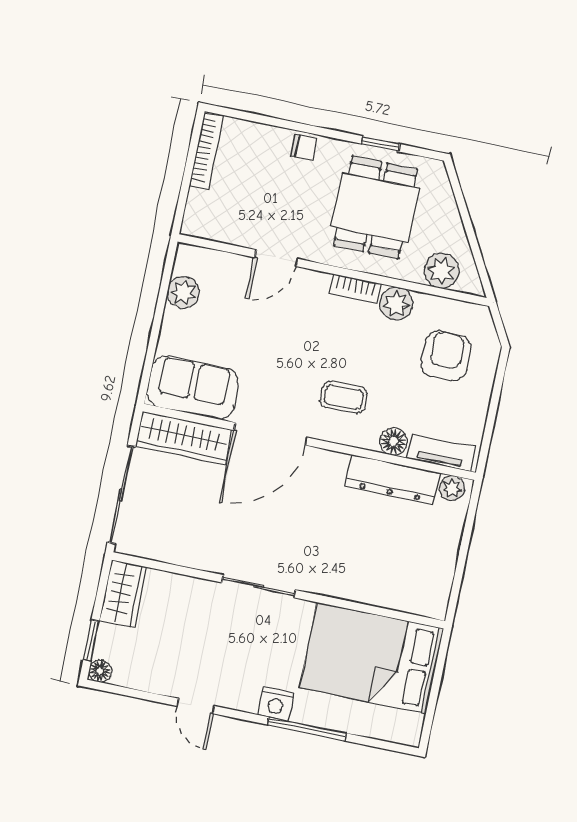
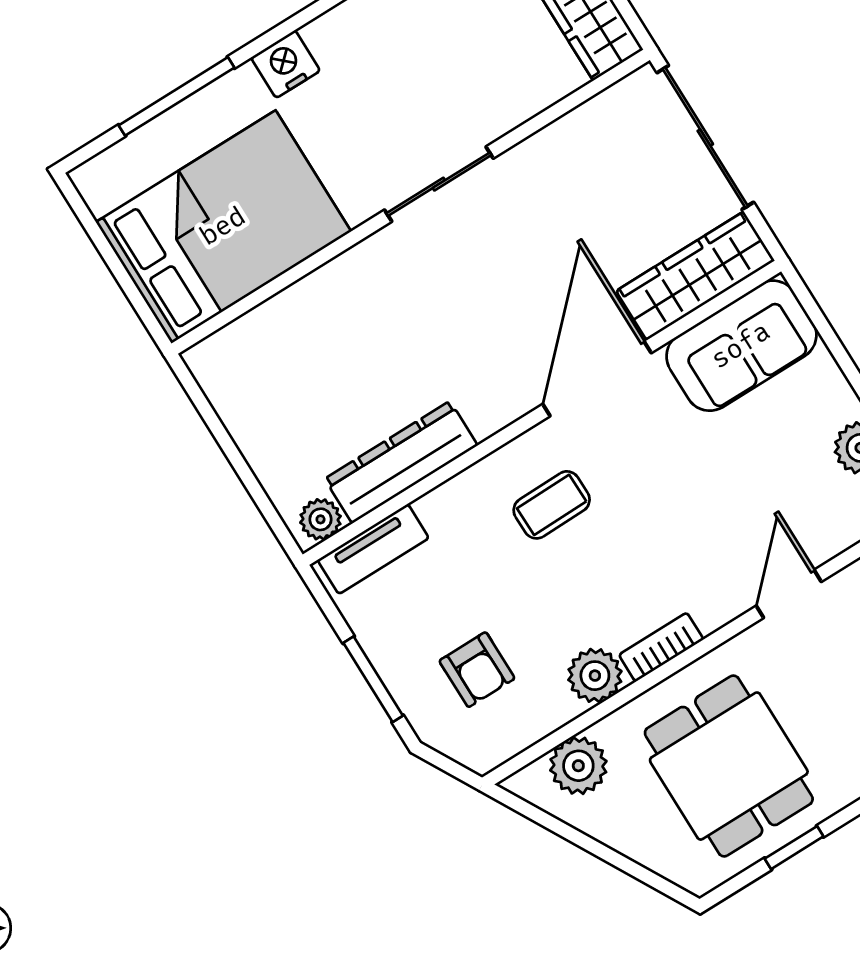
armchair: (446, 356) -> (477, 670), width x0.72, depth x0.72
window: (496, 395) -> (373, 679), added
floor lamp: (394, 441) -> (442, 509), removed
window: (307, 729) -> (176, 96), moved

